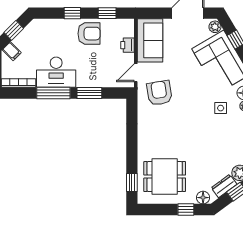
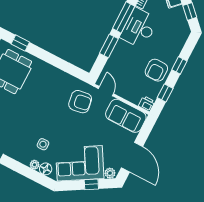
printer: (127, 45) -> (147, 104), moved

